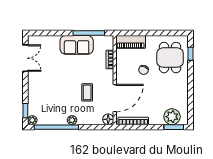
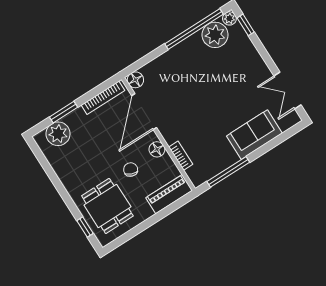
sofa: (77, 45) -> (254, 135), moved
floor lamp: (121, 72) -> (157, 149), added
coffee table: (87, 92) -> (183, 97), removed
plant: (72, 120) -> (215, 35), moved, width x1.88, depth x1.88
window: (174, 127) -> (63, 112), moved

